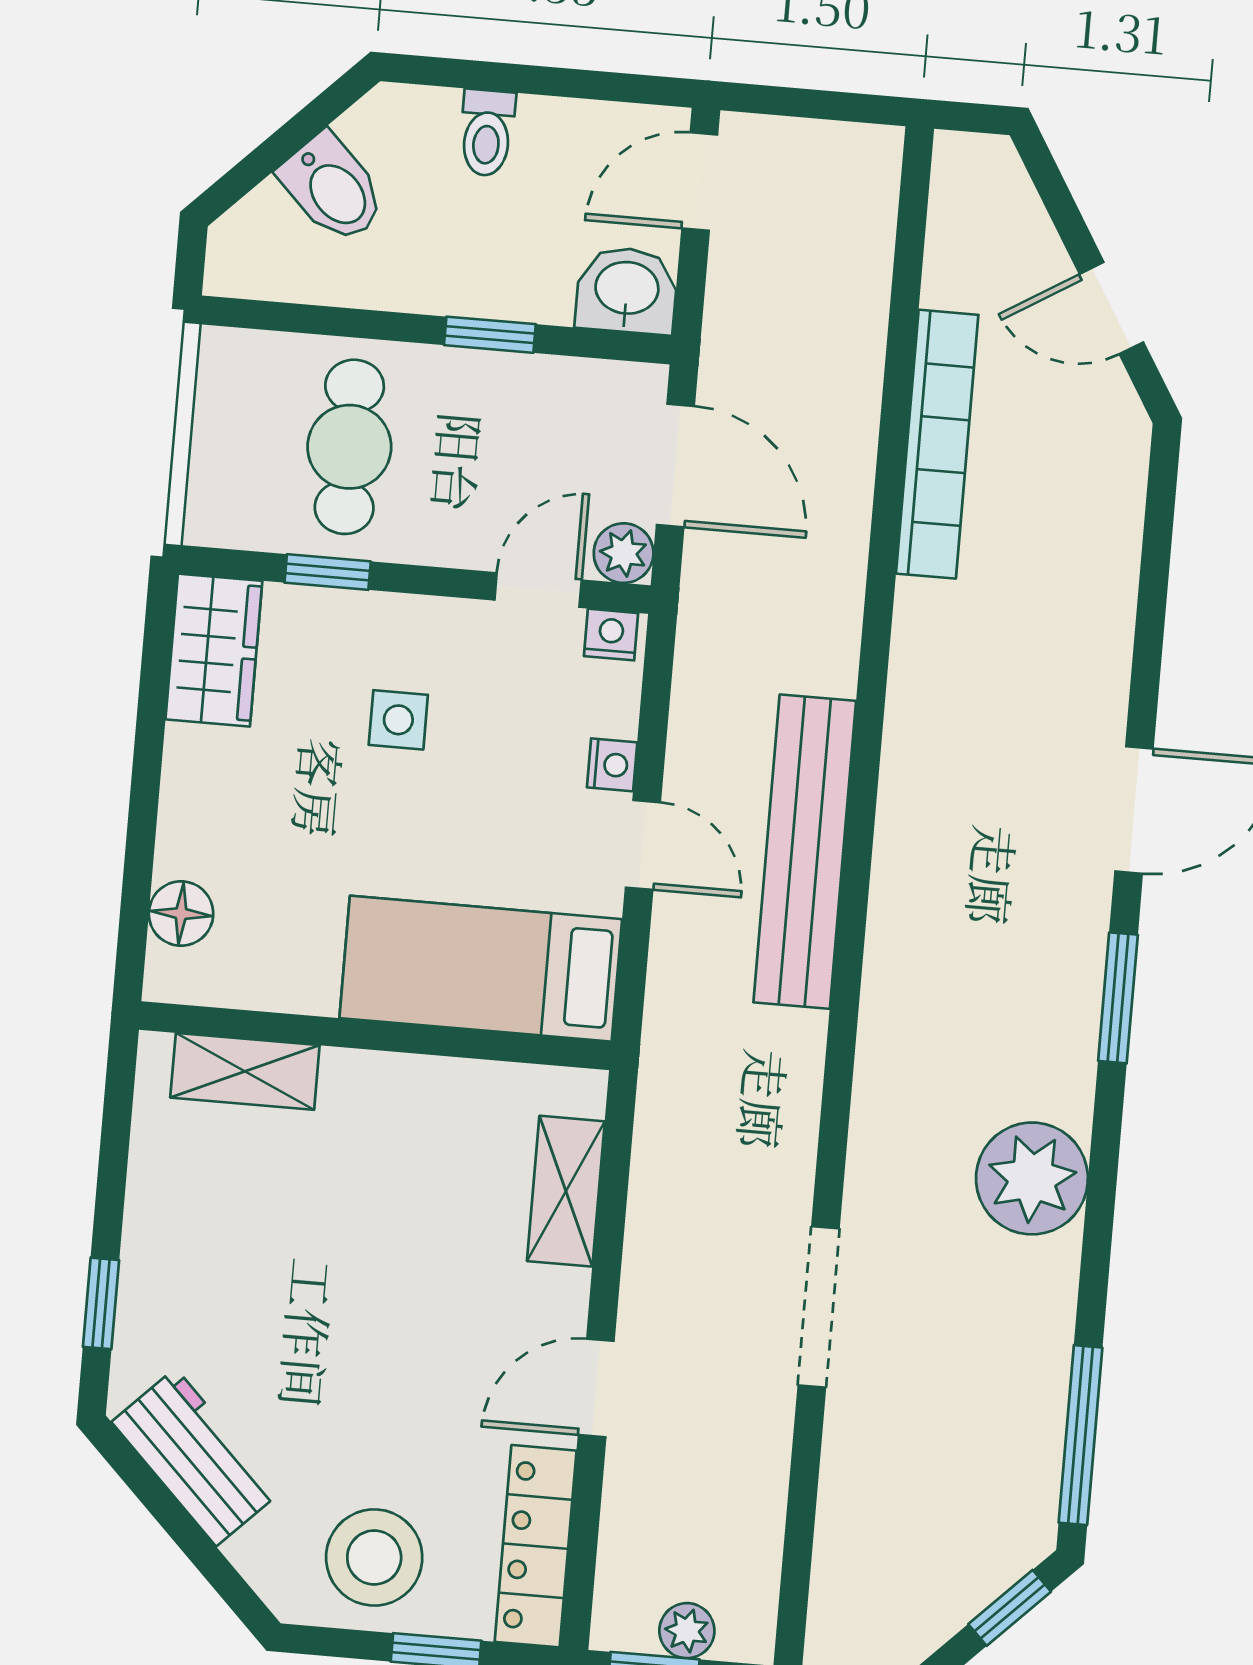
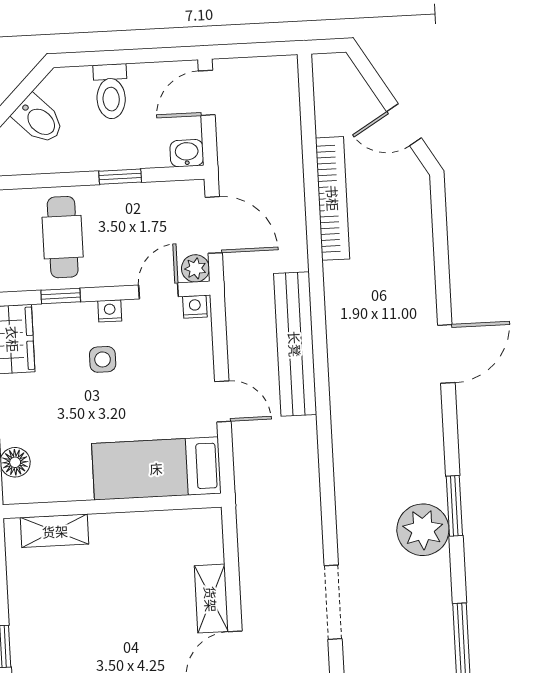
toilet: (487, 133) -> (111, 91), width x1.37, depth x1.39
washbasin: (627, 290) -> (187, 153), width x0.72, depth x0.69
nightstand: (612, 765) -> (110, 311), moved, turned -90
bench: (805, 852) -> (295, 344), moved
window: (1118, 998) -> (454, 506), moved
shelving: (566, 1191) -> (211, 599), moved

